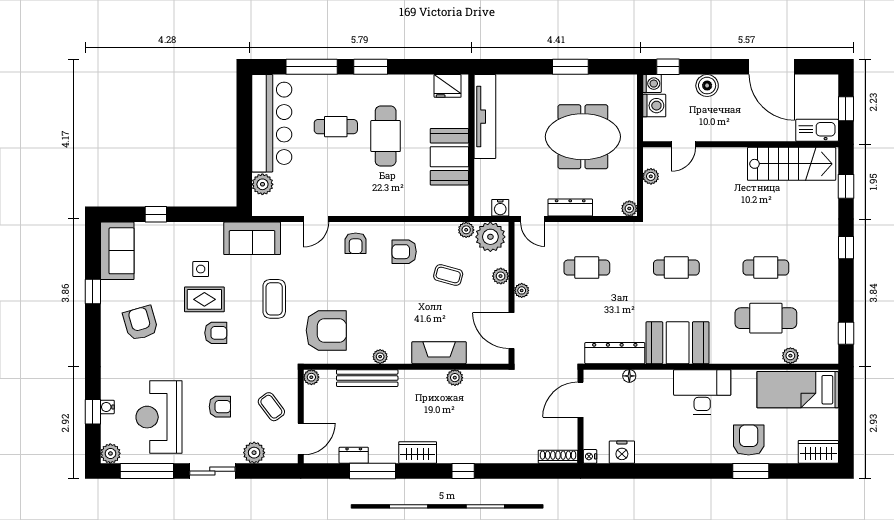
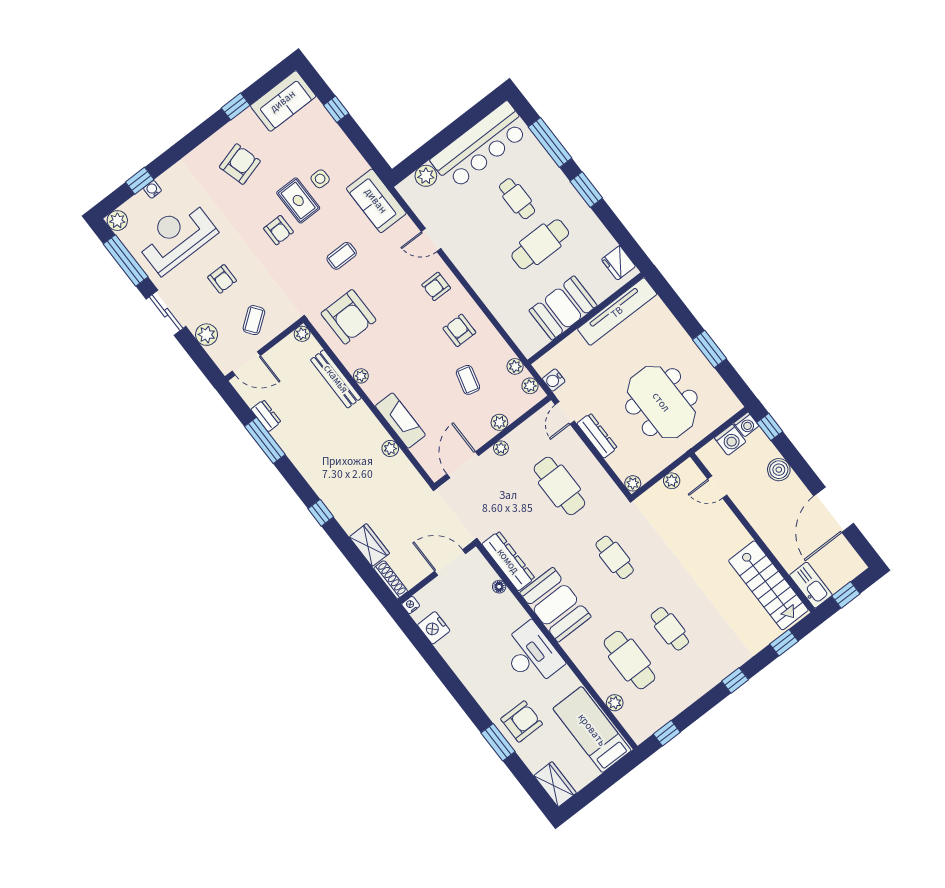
plant: (490, 237) -> (530, 386), width x0.53, depth x0.53
cafe table: (587, 268) -> (559, 486), width x1.37, depth x1.35
coffee table: (274, 299) -> (342, 256), width x0.73, depth x0.77
wardrobe: (418, 452) -> (369, 545), moved

